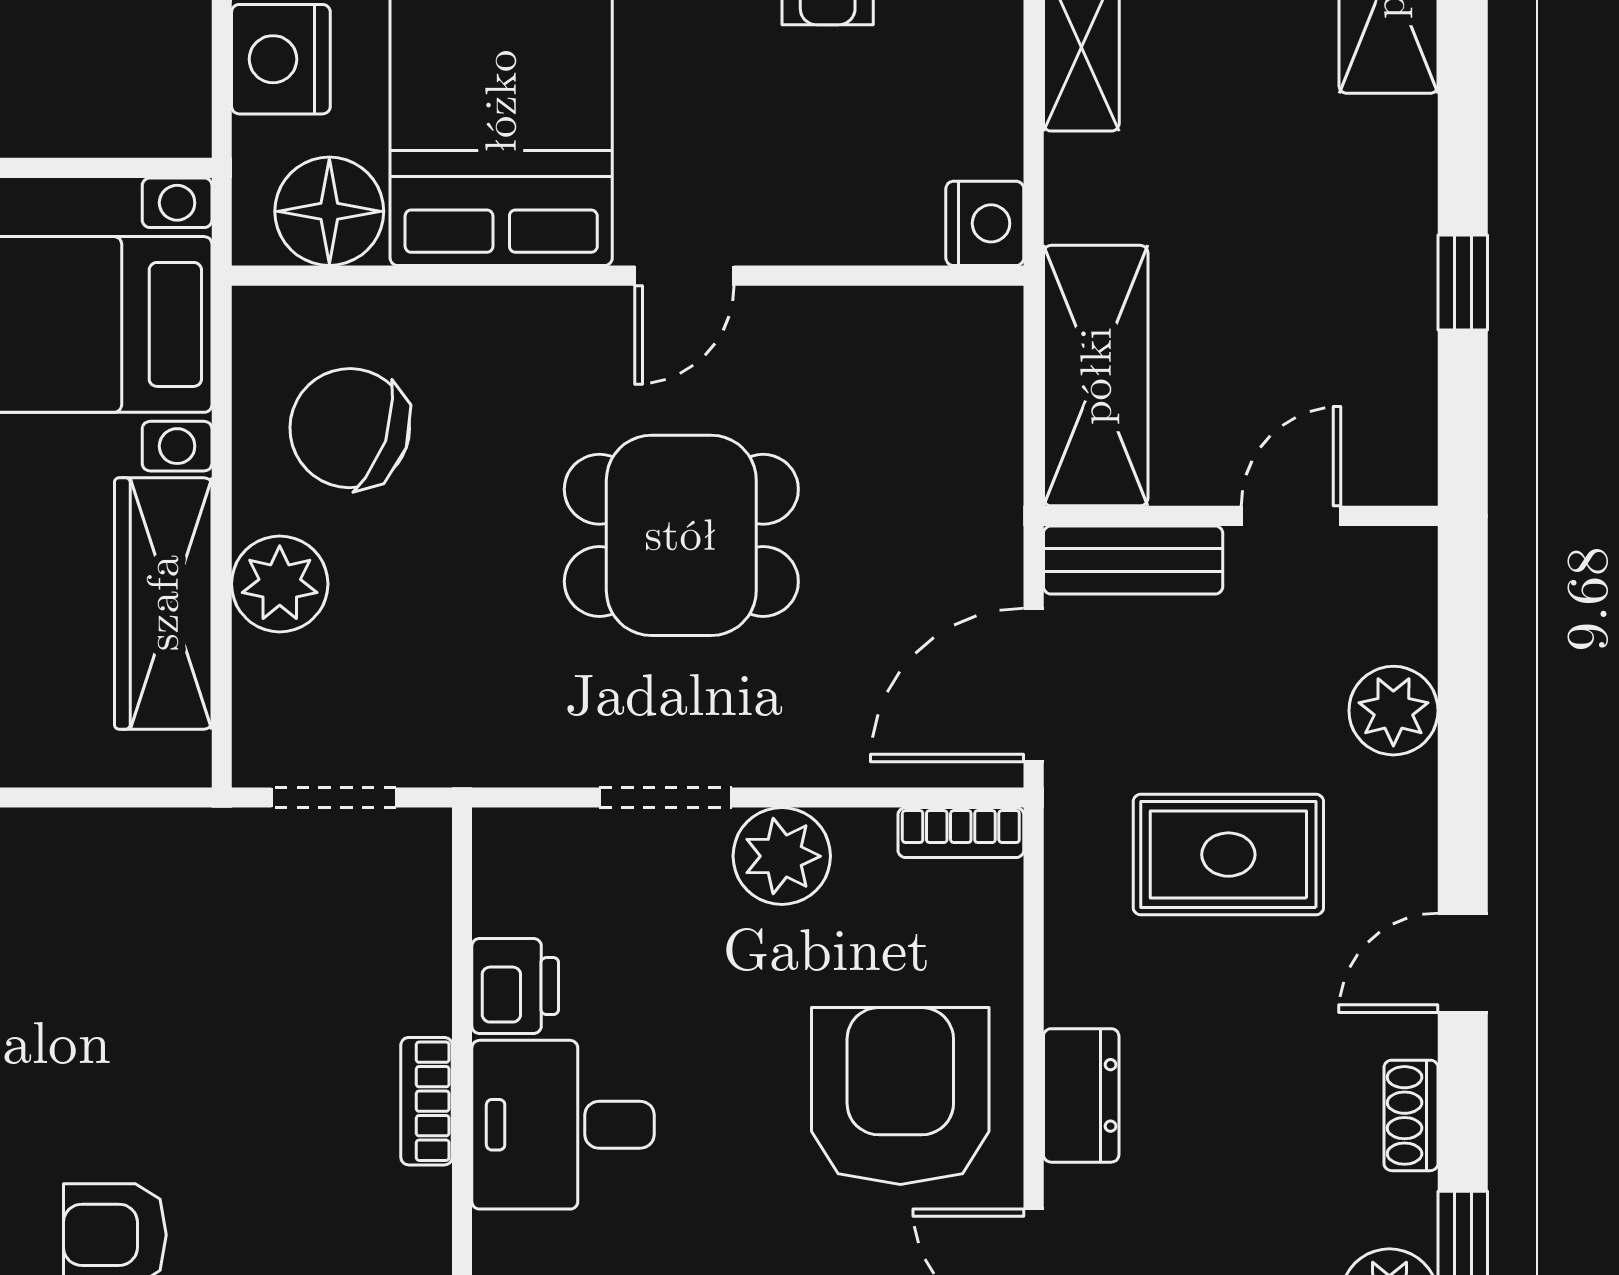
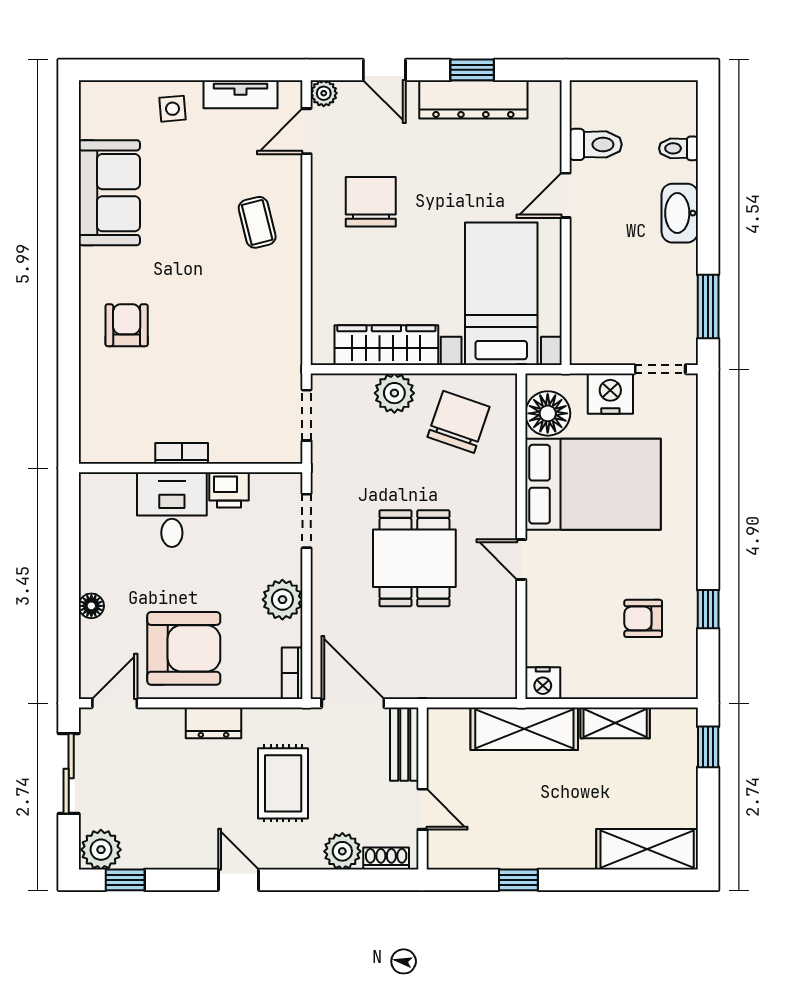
shelving: (1096, 376) -> (524, 729), moved
doorway: (666, 798) -> (307, 521), moved
dresser: (1081, 1095) -> (213, 723), moved
shoe rack: (1411, 1115) -> (386, 858), moved

